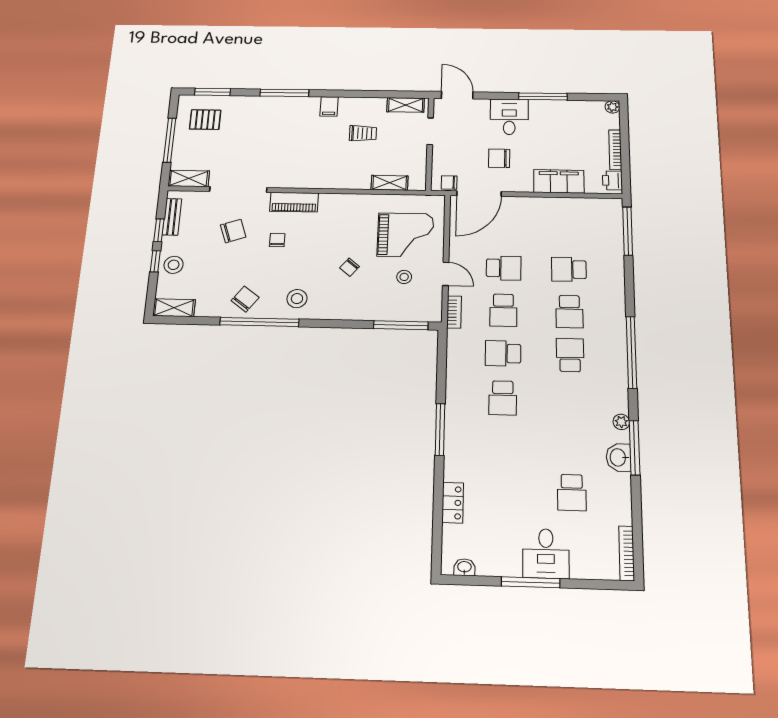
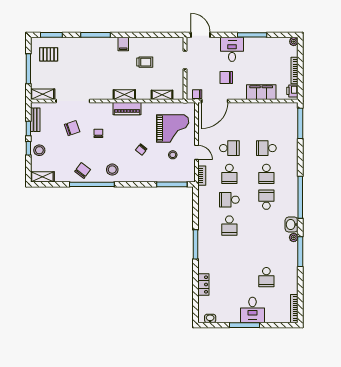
shelving: (406, 105) -> (124, 95), moved
piano: (294, 202) -> (127, 109), moved
washbasin: (619, 457) -> (292, 225), moved

